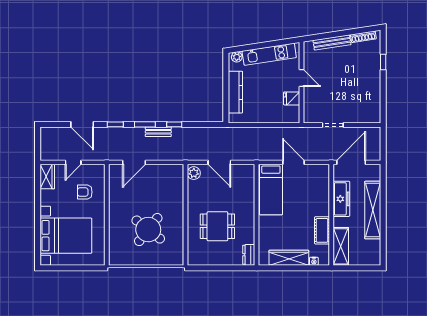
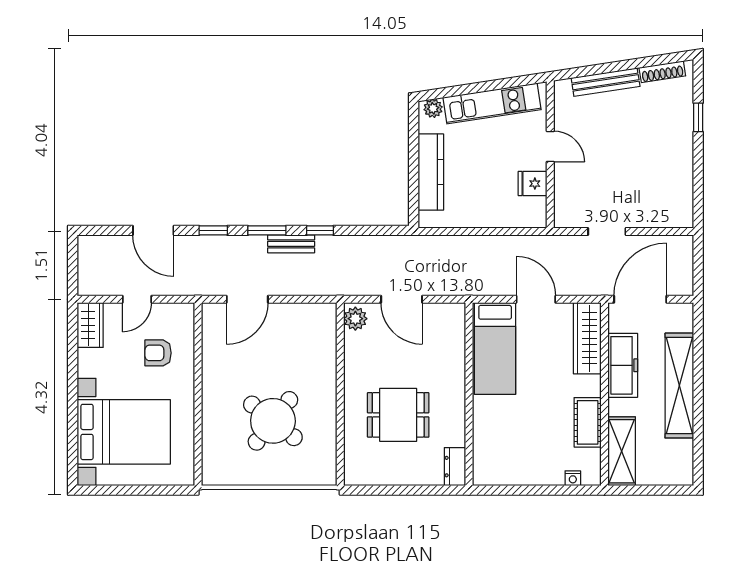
wardrobe: (289, 258) -> (587, 338), moved, turned -90

